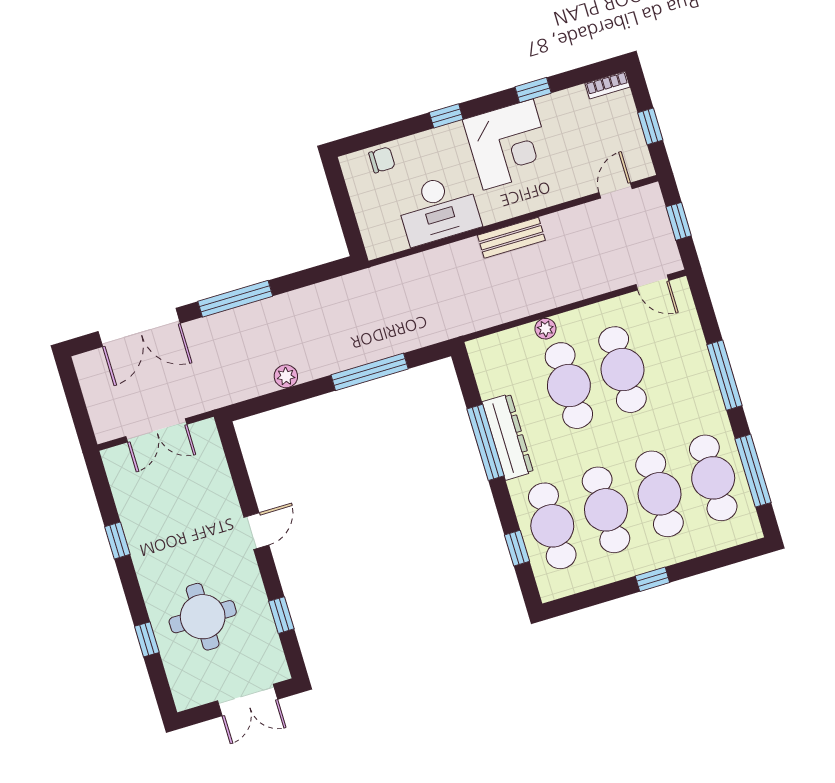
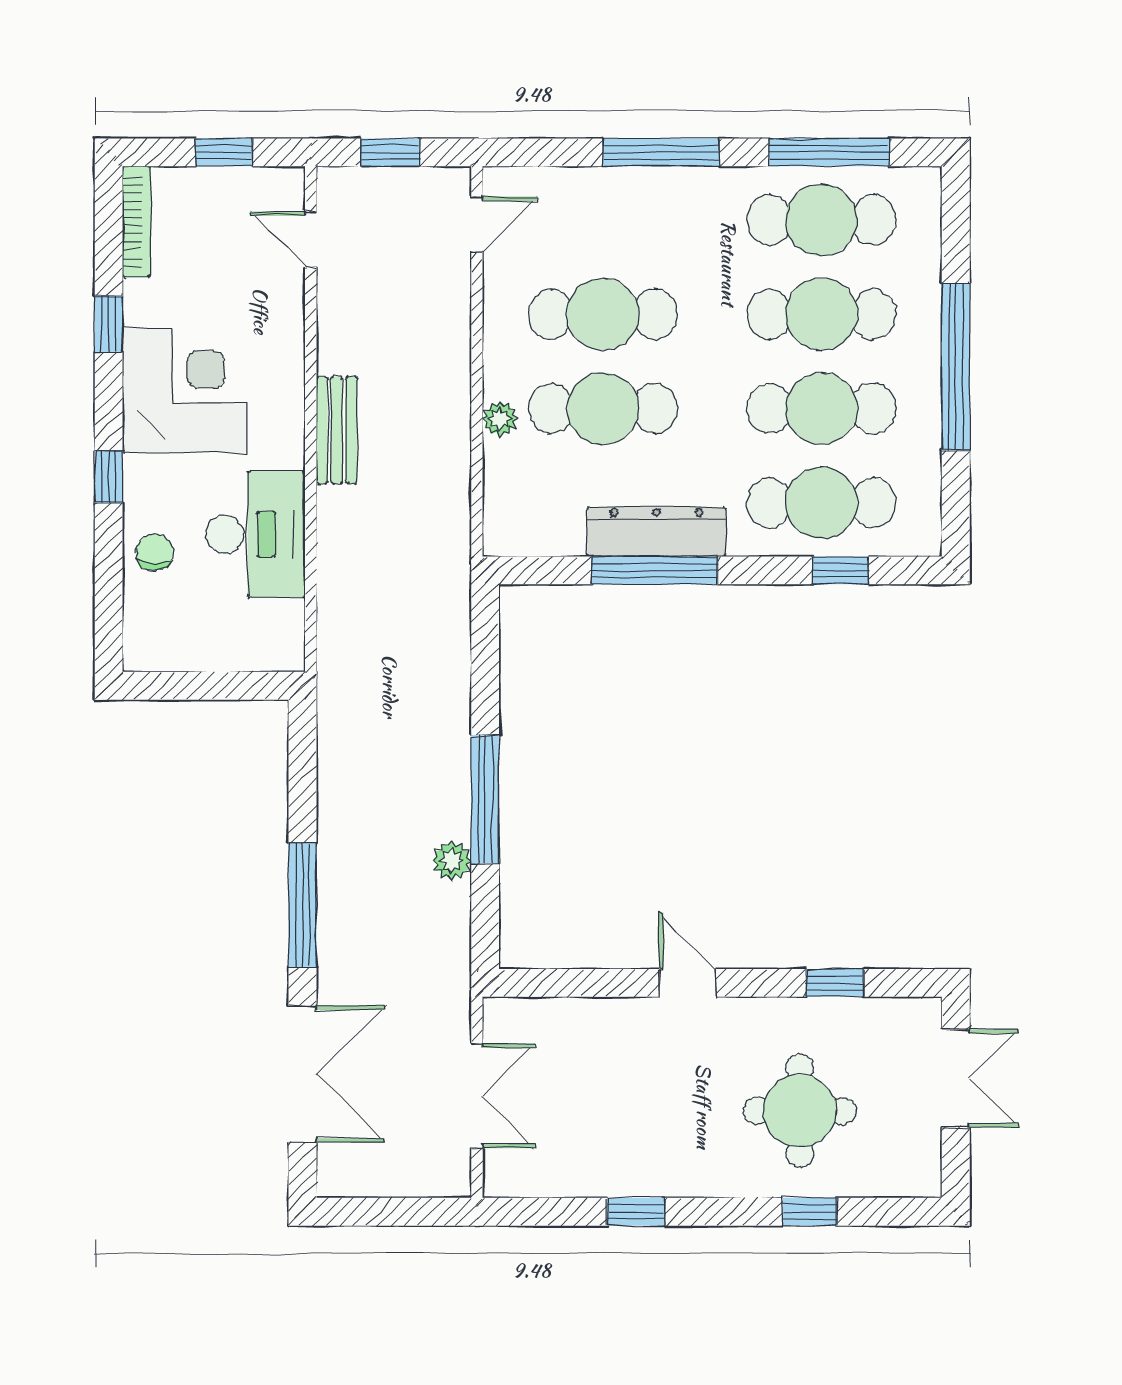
bookcase: (607, 85) -> (137, 222), width x1.56
chair: (382, 160) -> (154, 552), moved
window: (370, 372) -> (485, 799), moved
window: (652, 579) -> (956, 367), width x3.17

